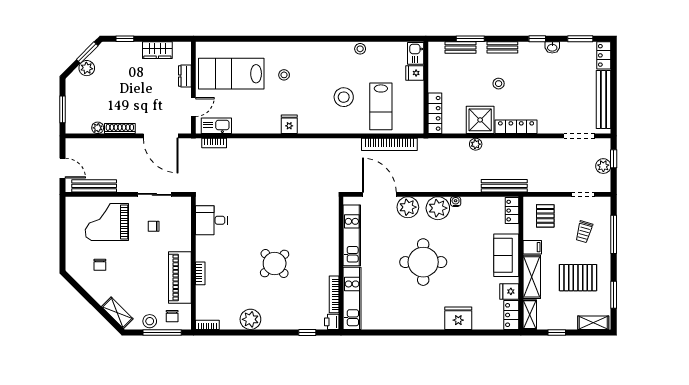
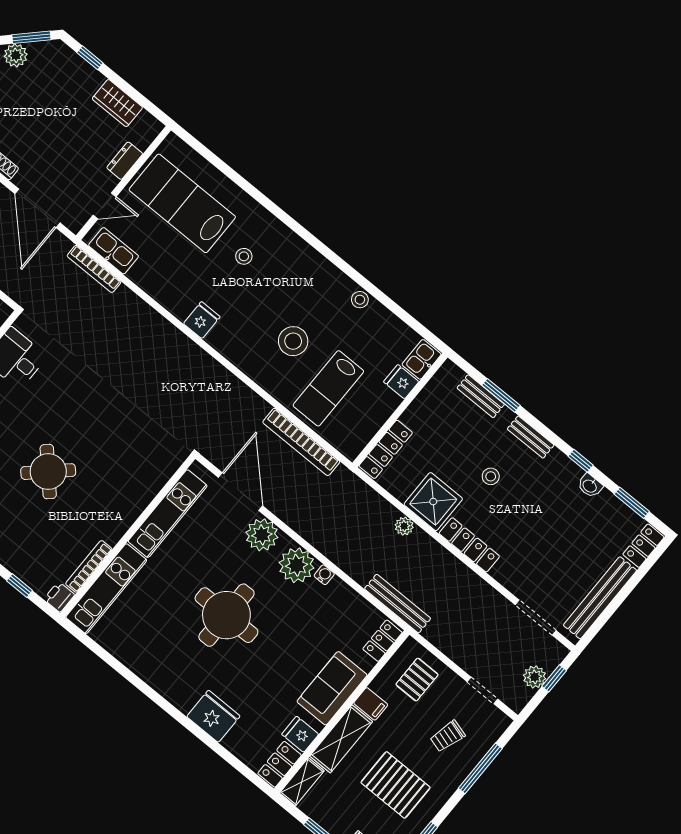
bookcase: (214, 143) -> (94, 269), width x1.56

